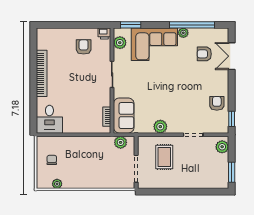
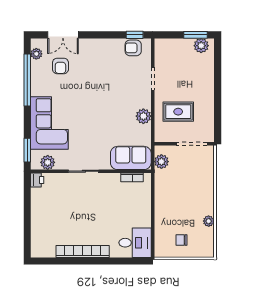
plant: (183, 33) -> (36, 54), moved
armchair: (84, 47) -> (53, 204), removed
armchair: (217, 103) -> (133, 48), moved
plant: (222, 147) -> (201, 46), moved
plant: (57, 184) -> (209, 221), moved

